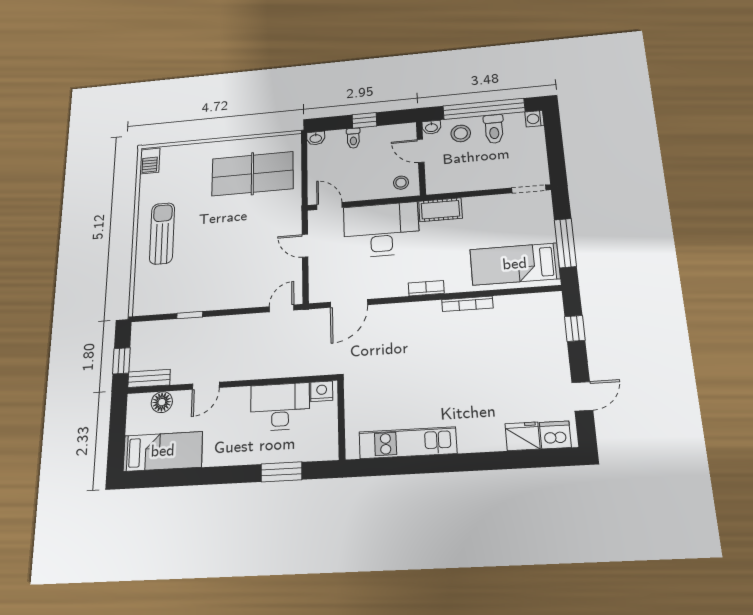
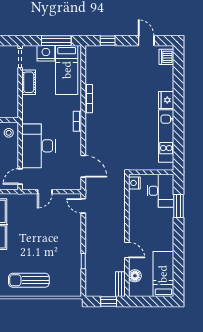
cot: (440, 210) -> (29, 82), moved
nightstand: (541, 228) -> (46, 53), added
desk: (280, 407) -> (160, 191), moved, turned 180
fridge: (523, 436) -> (166, 100), moved

